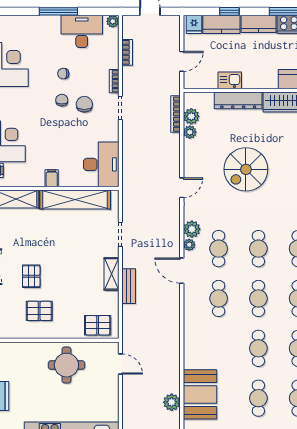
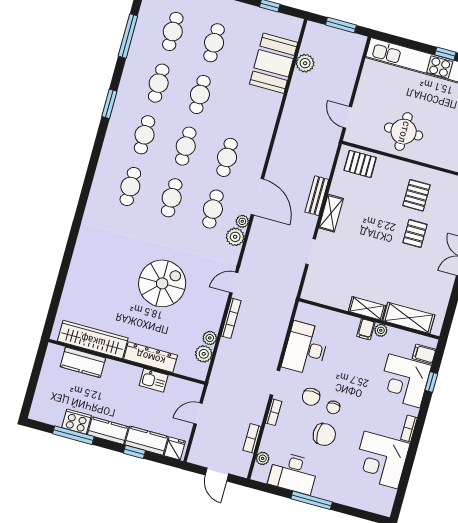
plant: (113, 21) -> (263, 458), moved
chair: (63, 74) -> (324, 434), width x1.87, depth x1.87
bookcase: (175, 114) -> (231, 318), moved
desk: (101, 164) -> (306, 348), moved
plant: (38, 181) -> (381, 330), added
shelving: (75, 200) -> (367, 308), width x0.45, depth x0.75
door: (182, 271) -> (257, 197), width x1.36
pallet: (39, 311) -> (416, 195), turned 90

